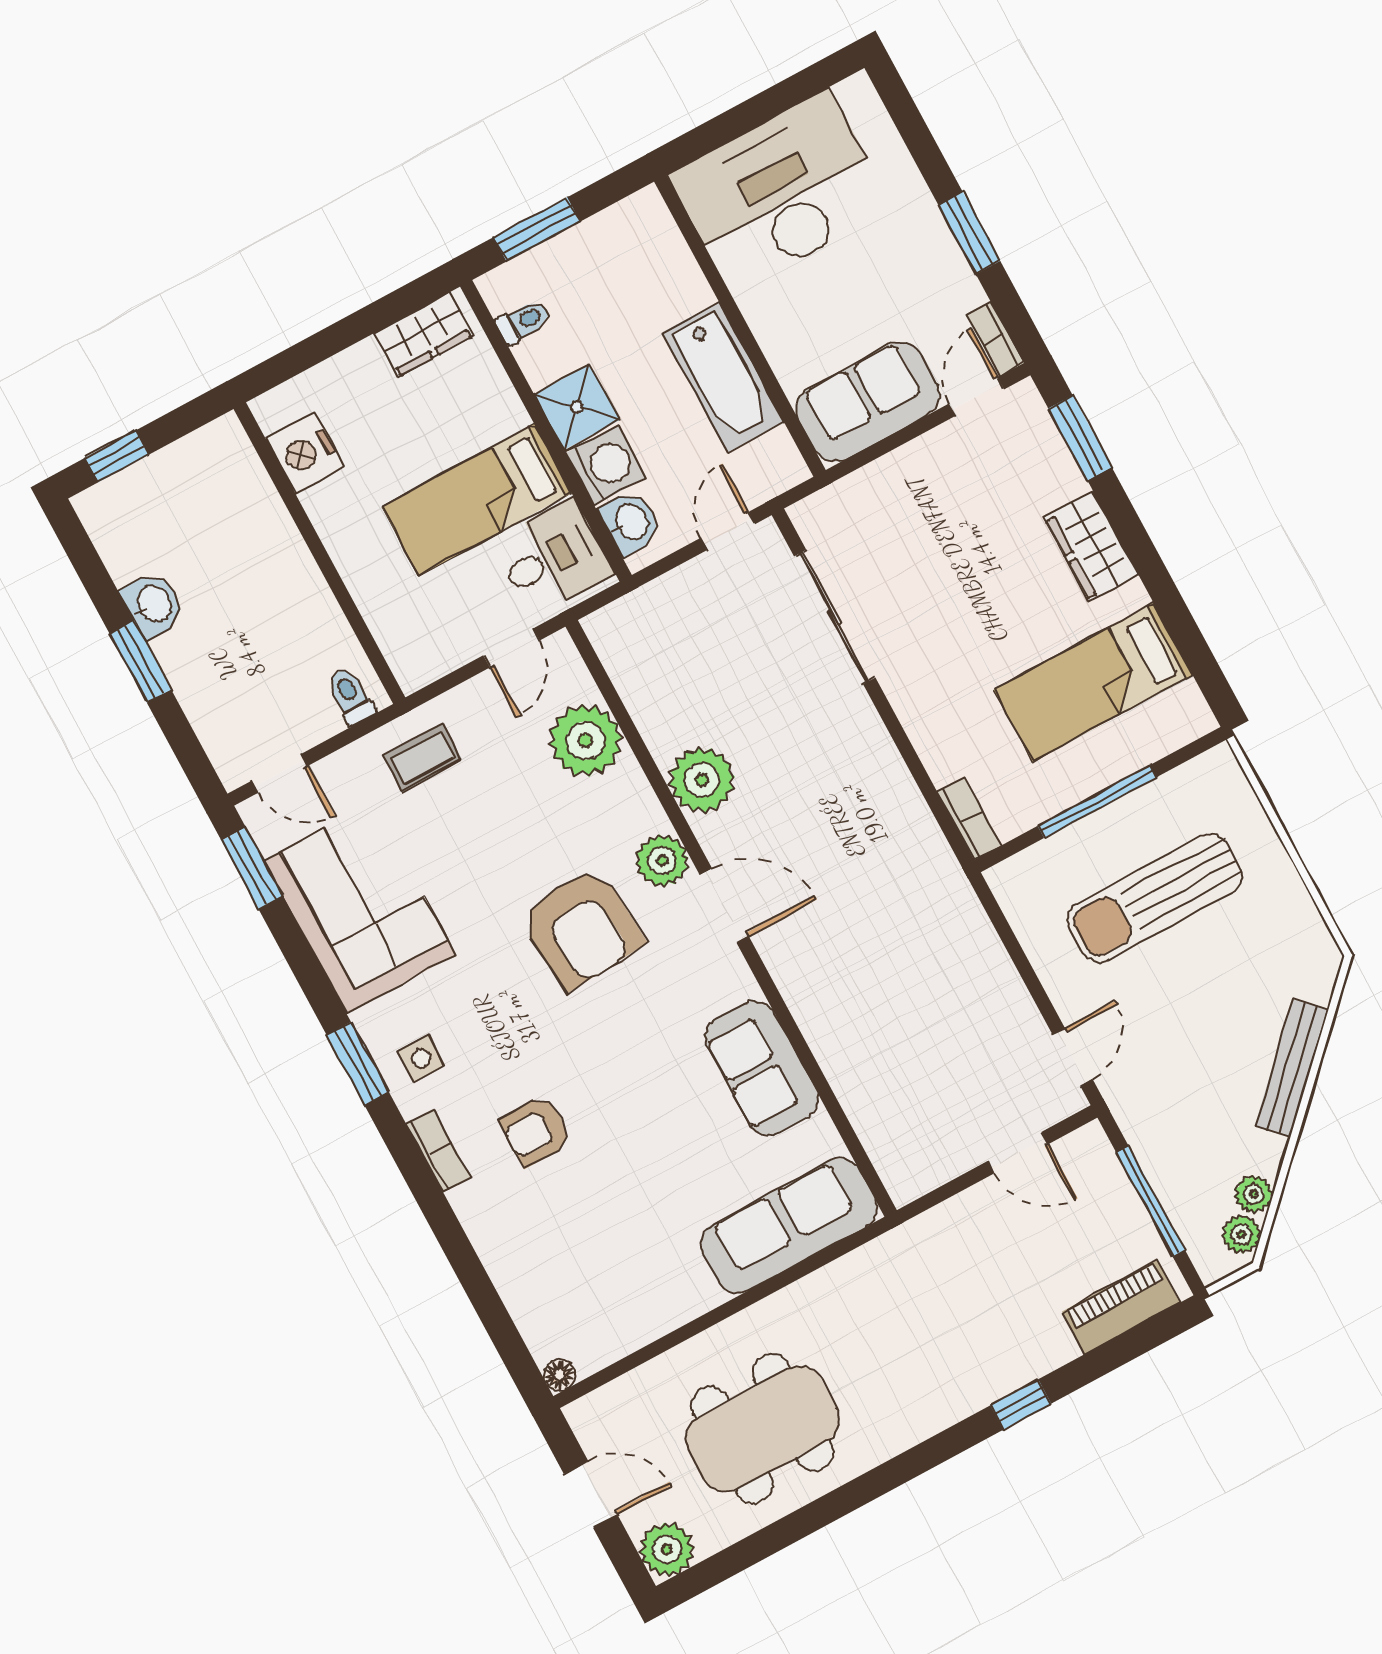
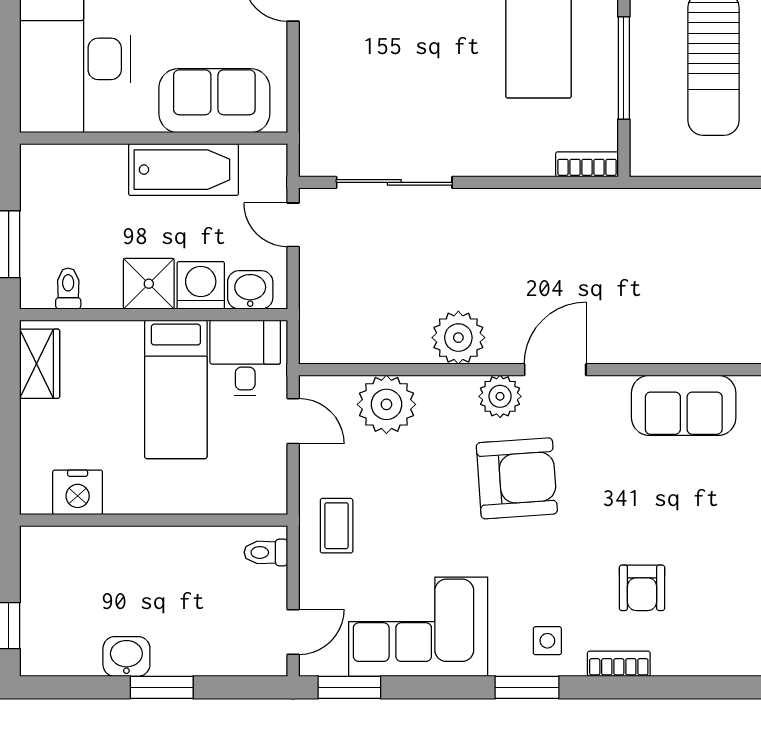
sofa: (868, 402) -> (214, 101), moved, turned 90

